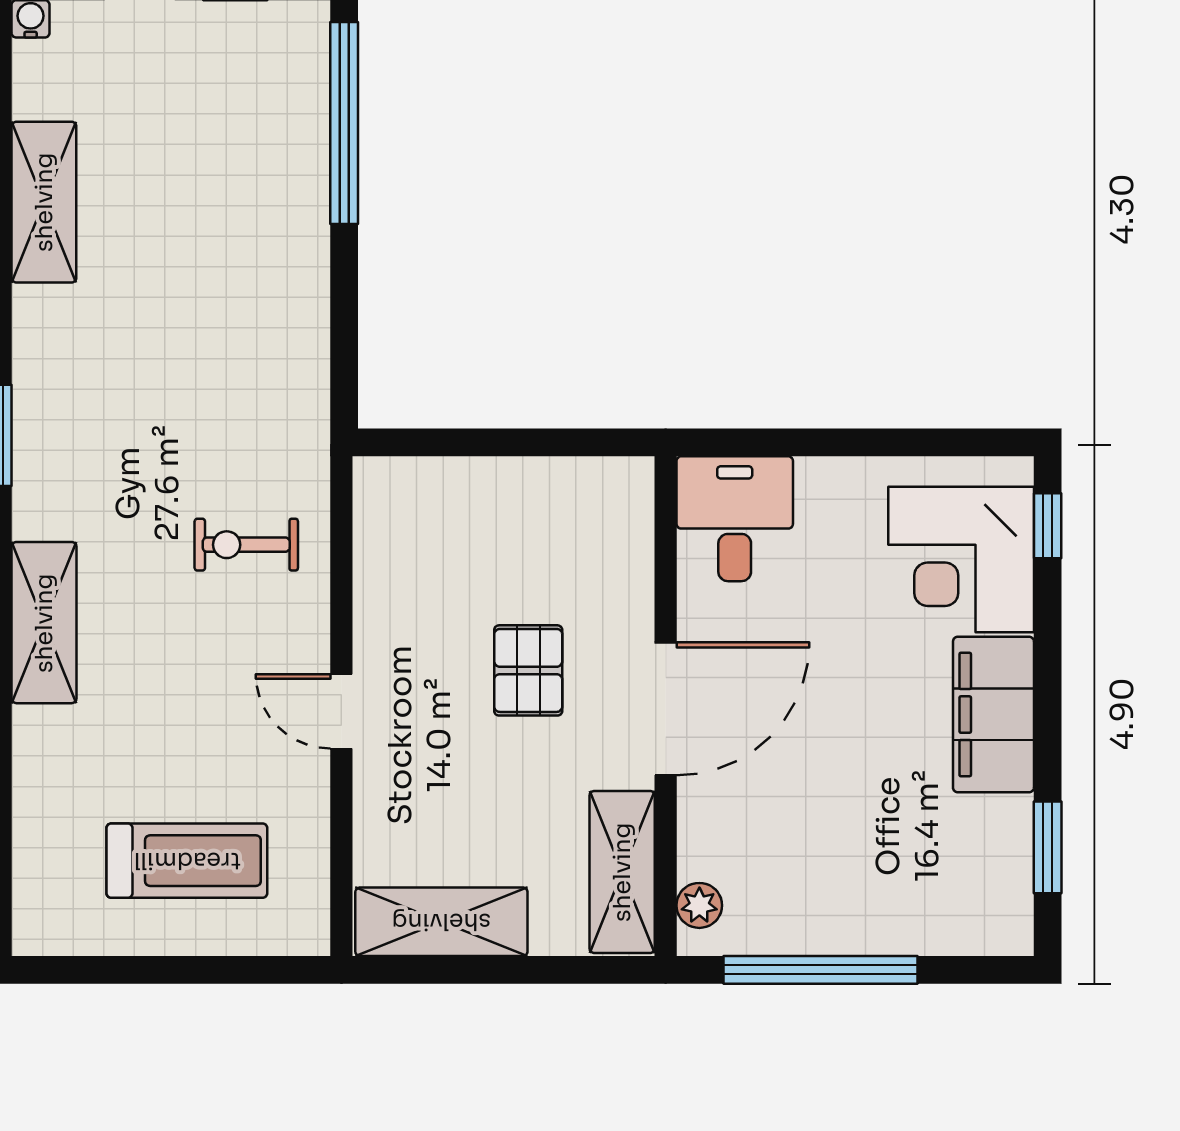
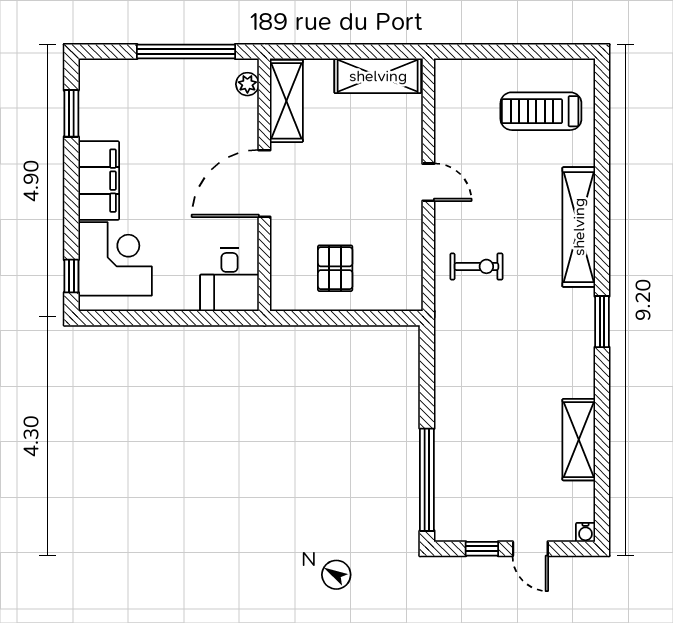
shelving: (44, 623) -> (579, 227), width x1.47
pallet: (528, 670) -> (335, 268), moved
treadmill: (187, 861) -> (541, 111), moved

